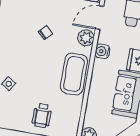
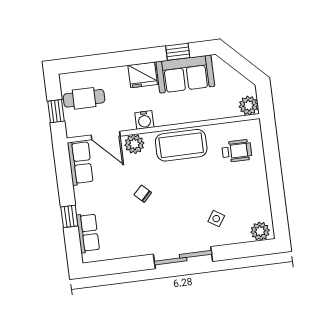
wheelchair: (42, 115) -> (237, 151), moved

